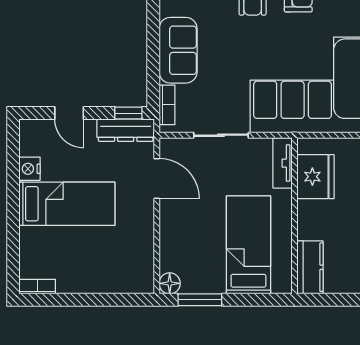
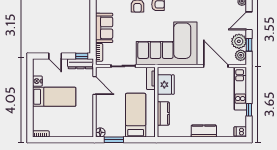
kitchen counter: (310, 267) -> (163, 114), moved

